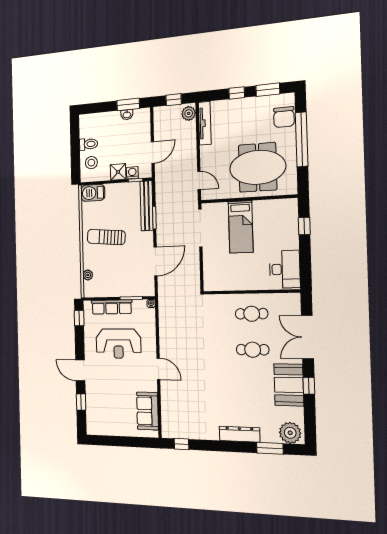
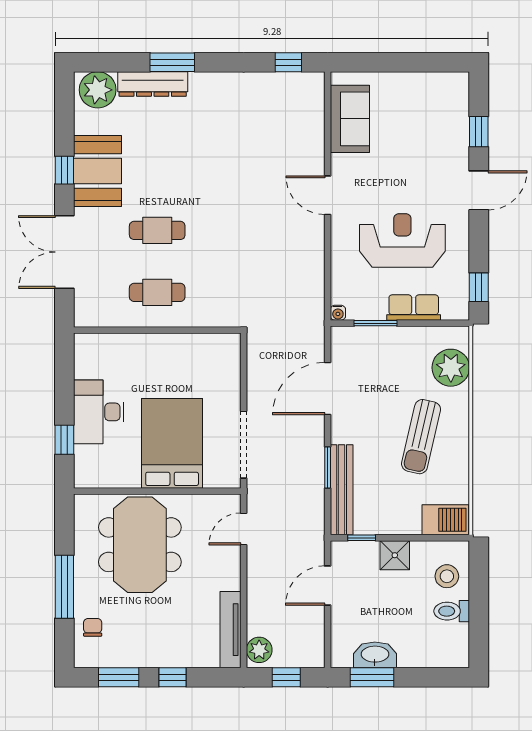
washbasin: (127, 115) -> (375, 655), width x1.91, depth x1.45
chair: (284, 117) -> (93, 627), width x0.54, depth x0.54
window: (302, 139) -> (64, 587), width x0.68
meeting table: (258, 167) -> (140, 545), turned 90
washing machine: (132, 173) -> (367, 552), removed
door: (199, 181) -> (244, 529), hinge flipped
bed: (241, 227) -> (172, 443), width x1.50
sun lounger: (106, 237) -> (421, 437), turned 98
desk: (285, 269) -> (99, 412), moved
plant: (88, 275) -> (451, 368), width x1.87, depth x1.87
row of seats: (112, 307) -> (414, 308), width x0.68
double door: (307, 337) -> (64, 252), swing flipped
door: (80, 370) -> (479, 190), hinge flipped
dresser: (240, 434) -> (153, 84), moved
window: (270, 448) -> (172, 62), moved

